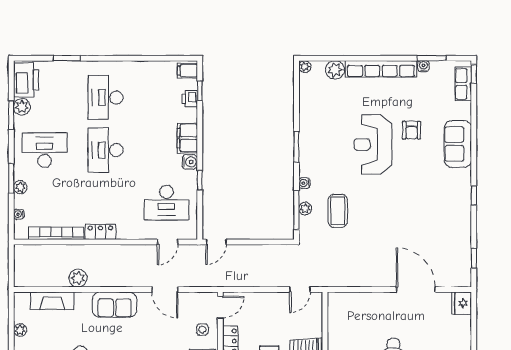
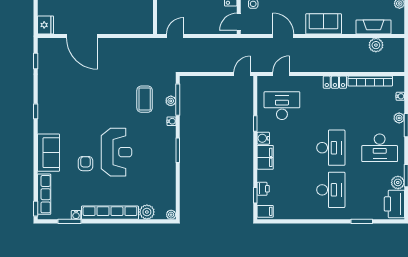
row of seats: (463, 84) -> (44, 194), width x1.48
plant: (78, 278) -> (376, 45), moved

